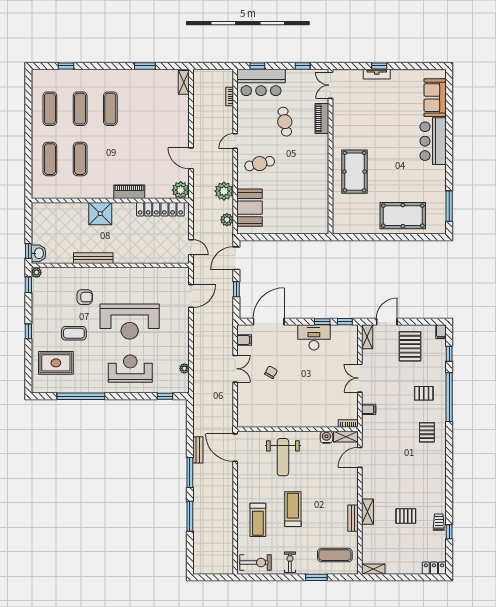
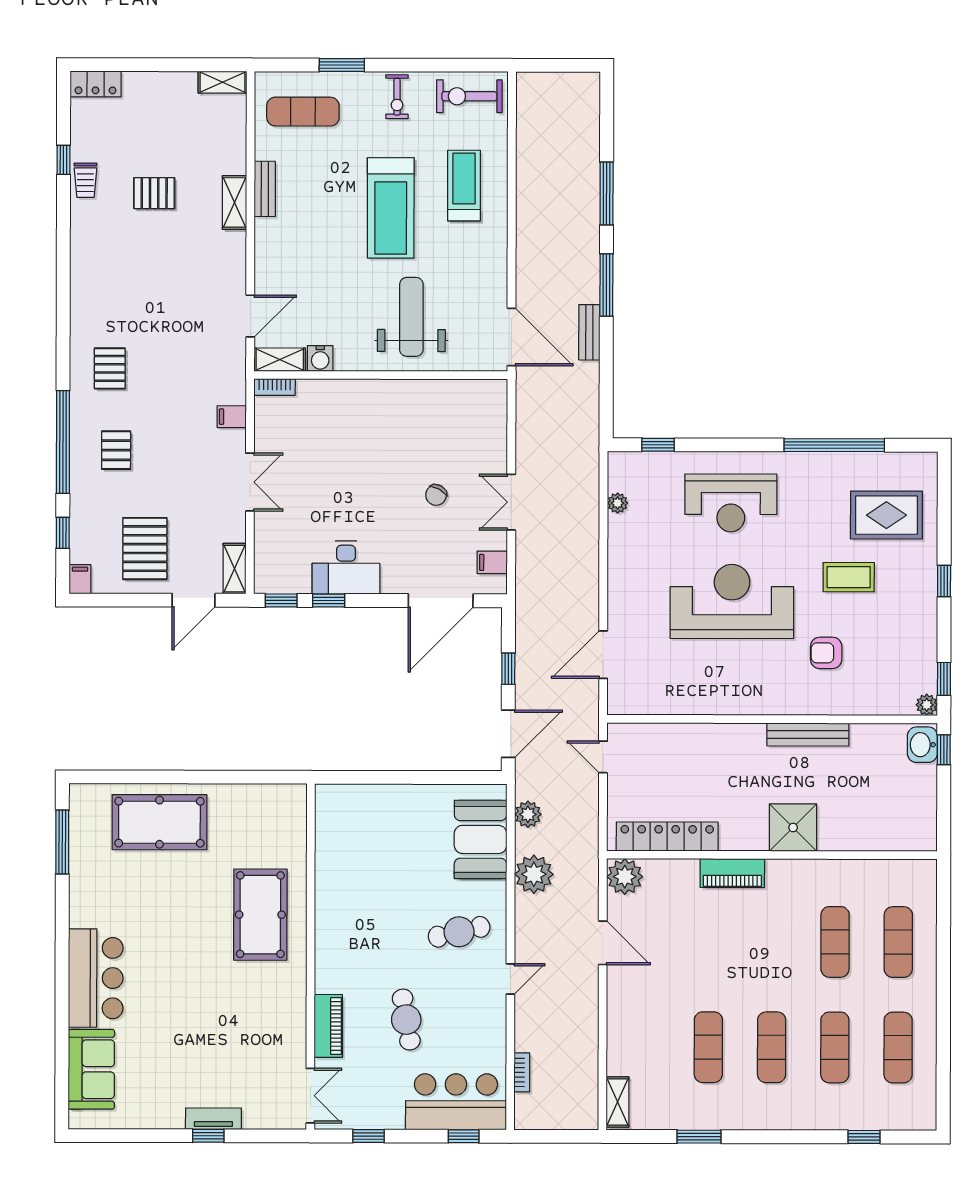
exercise mat: (140, 109) -> (708, 1047), added
pallet: (424, 393) -> (116, 450), turned 90
treadmill: (293, 509) -> (391, 208), width x1.37, depth x1.38

